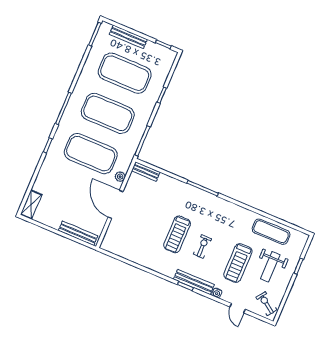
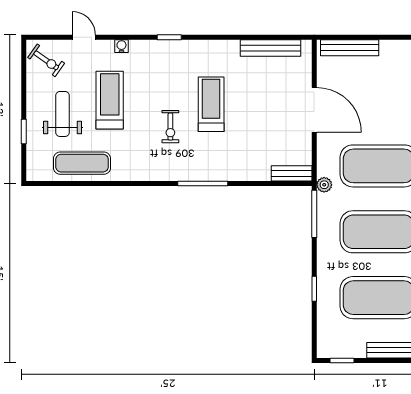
plant: (120, 177) -> (324, 185), moved
exercise bike: (202, 246) -> (170, 127), moved
bench: (194, 282) -> (271, 48), moved

